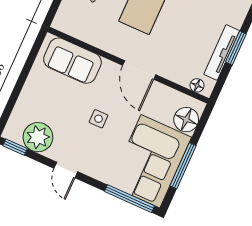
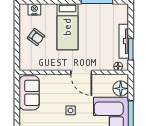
window: (236, 48) -> (131, 49), moved
sofa: (72, 61) -> (29, 93), moved, turned -90

